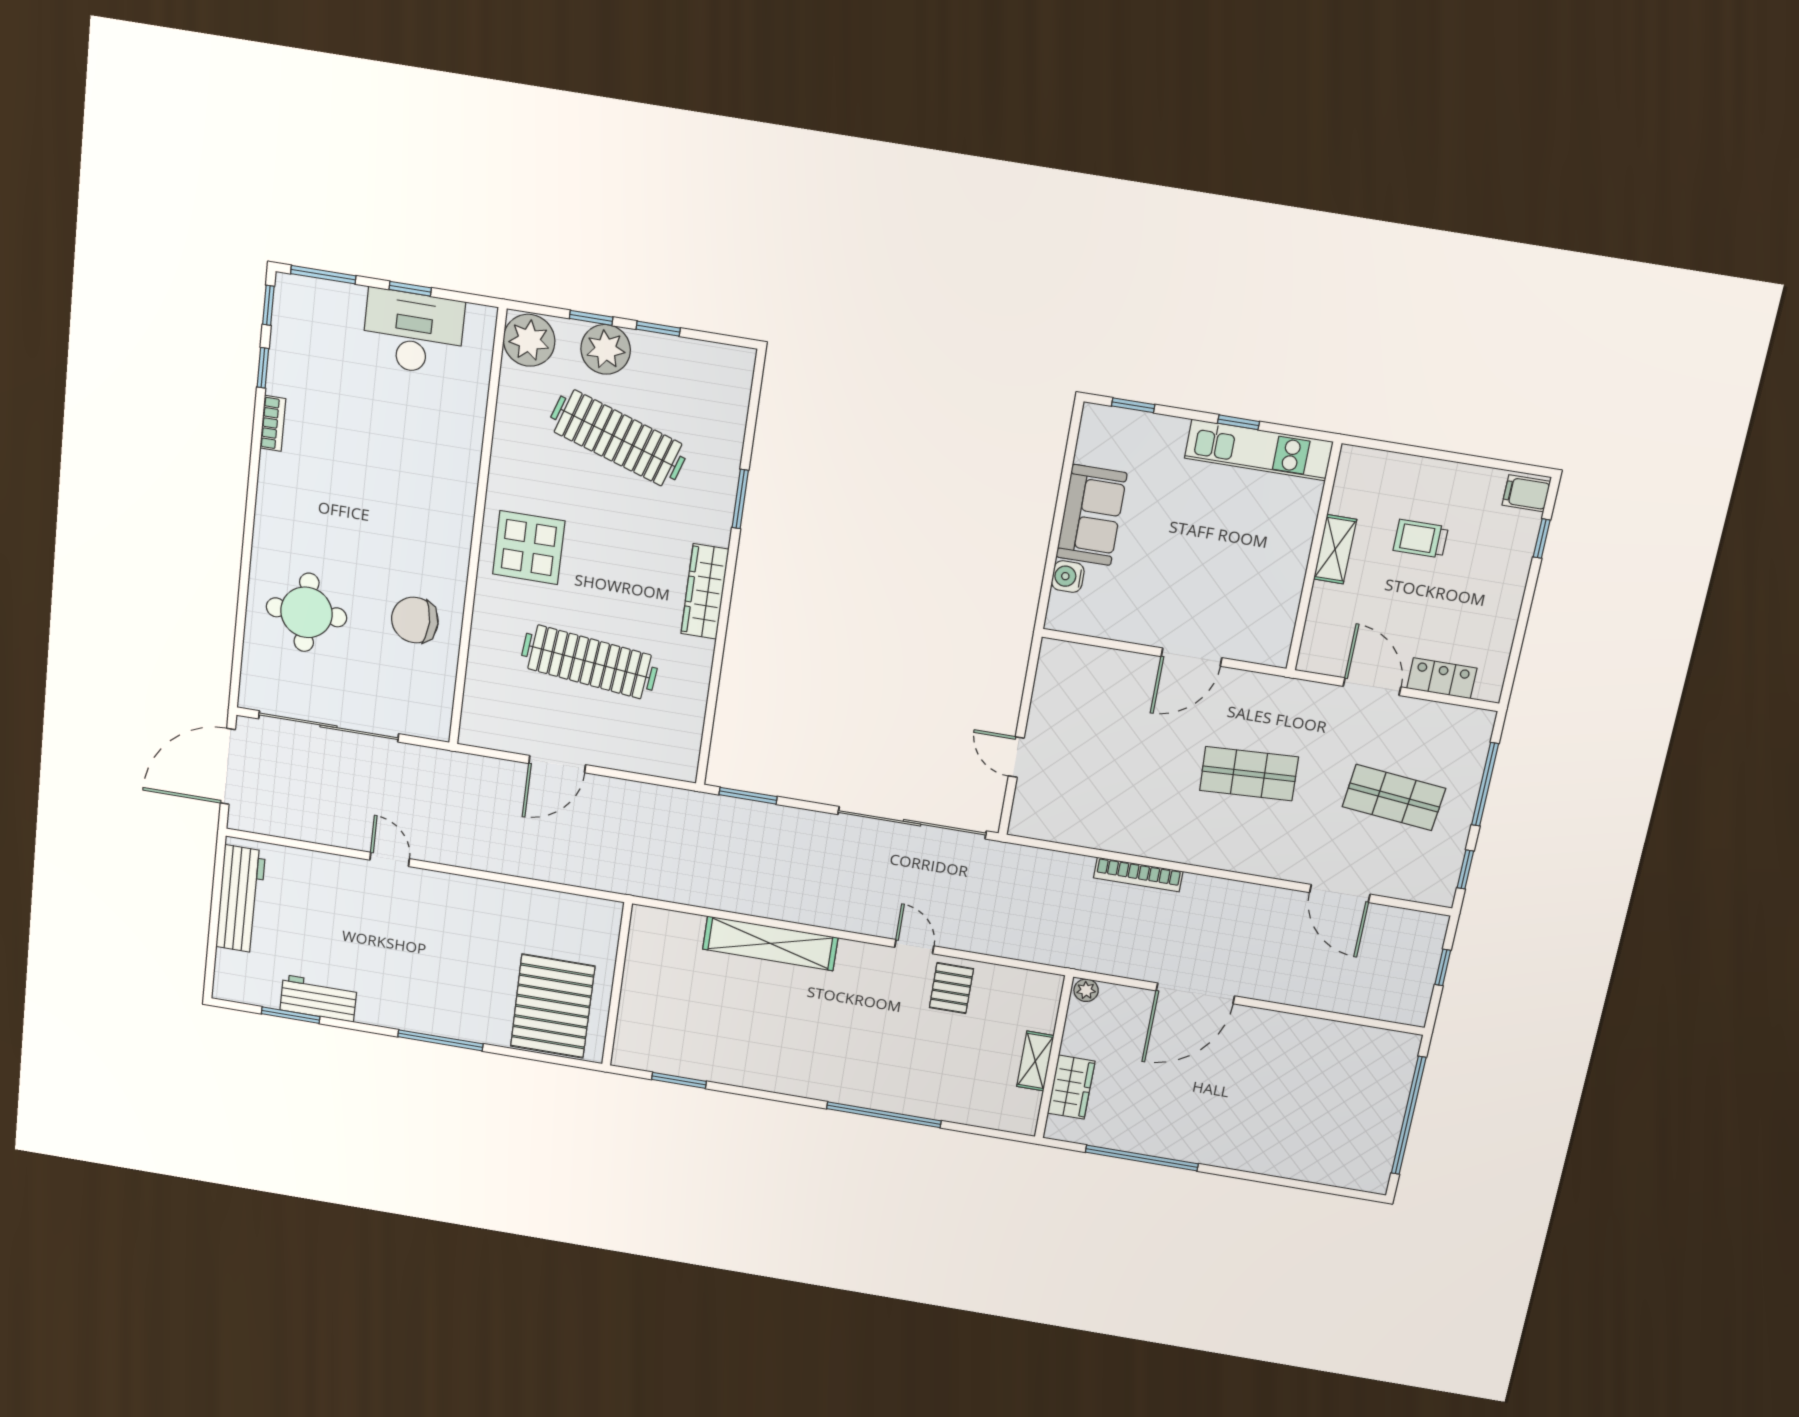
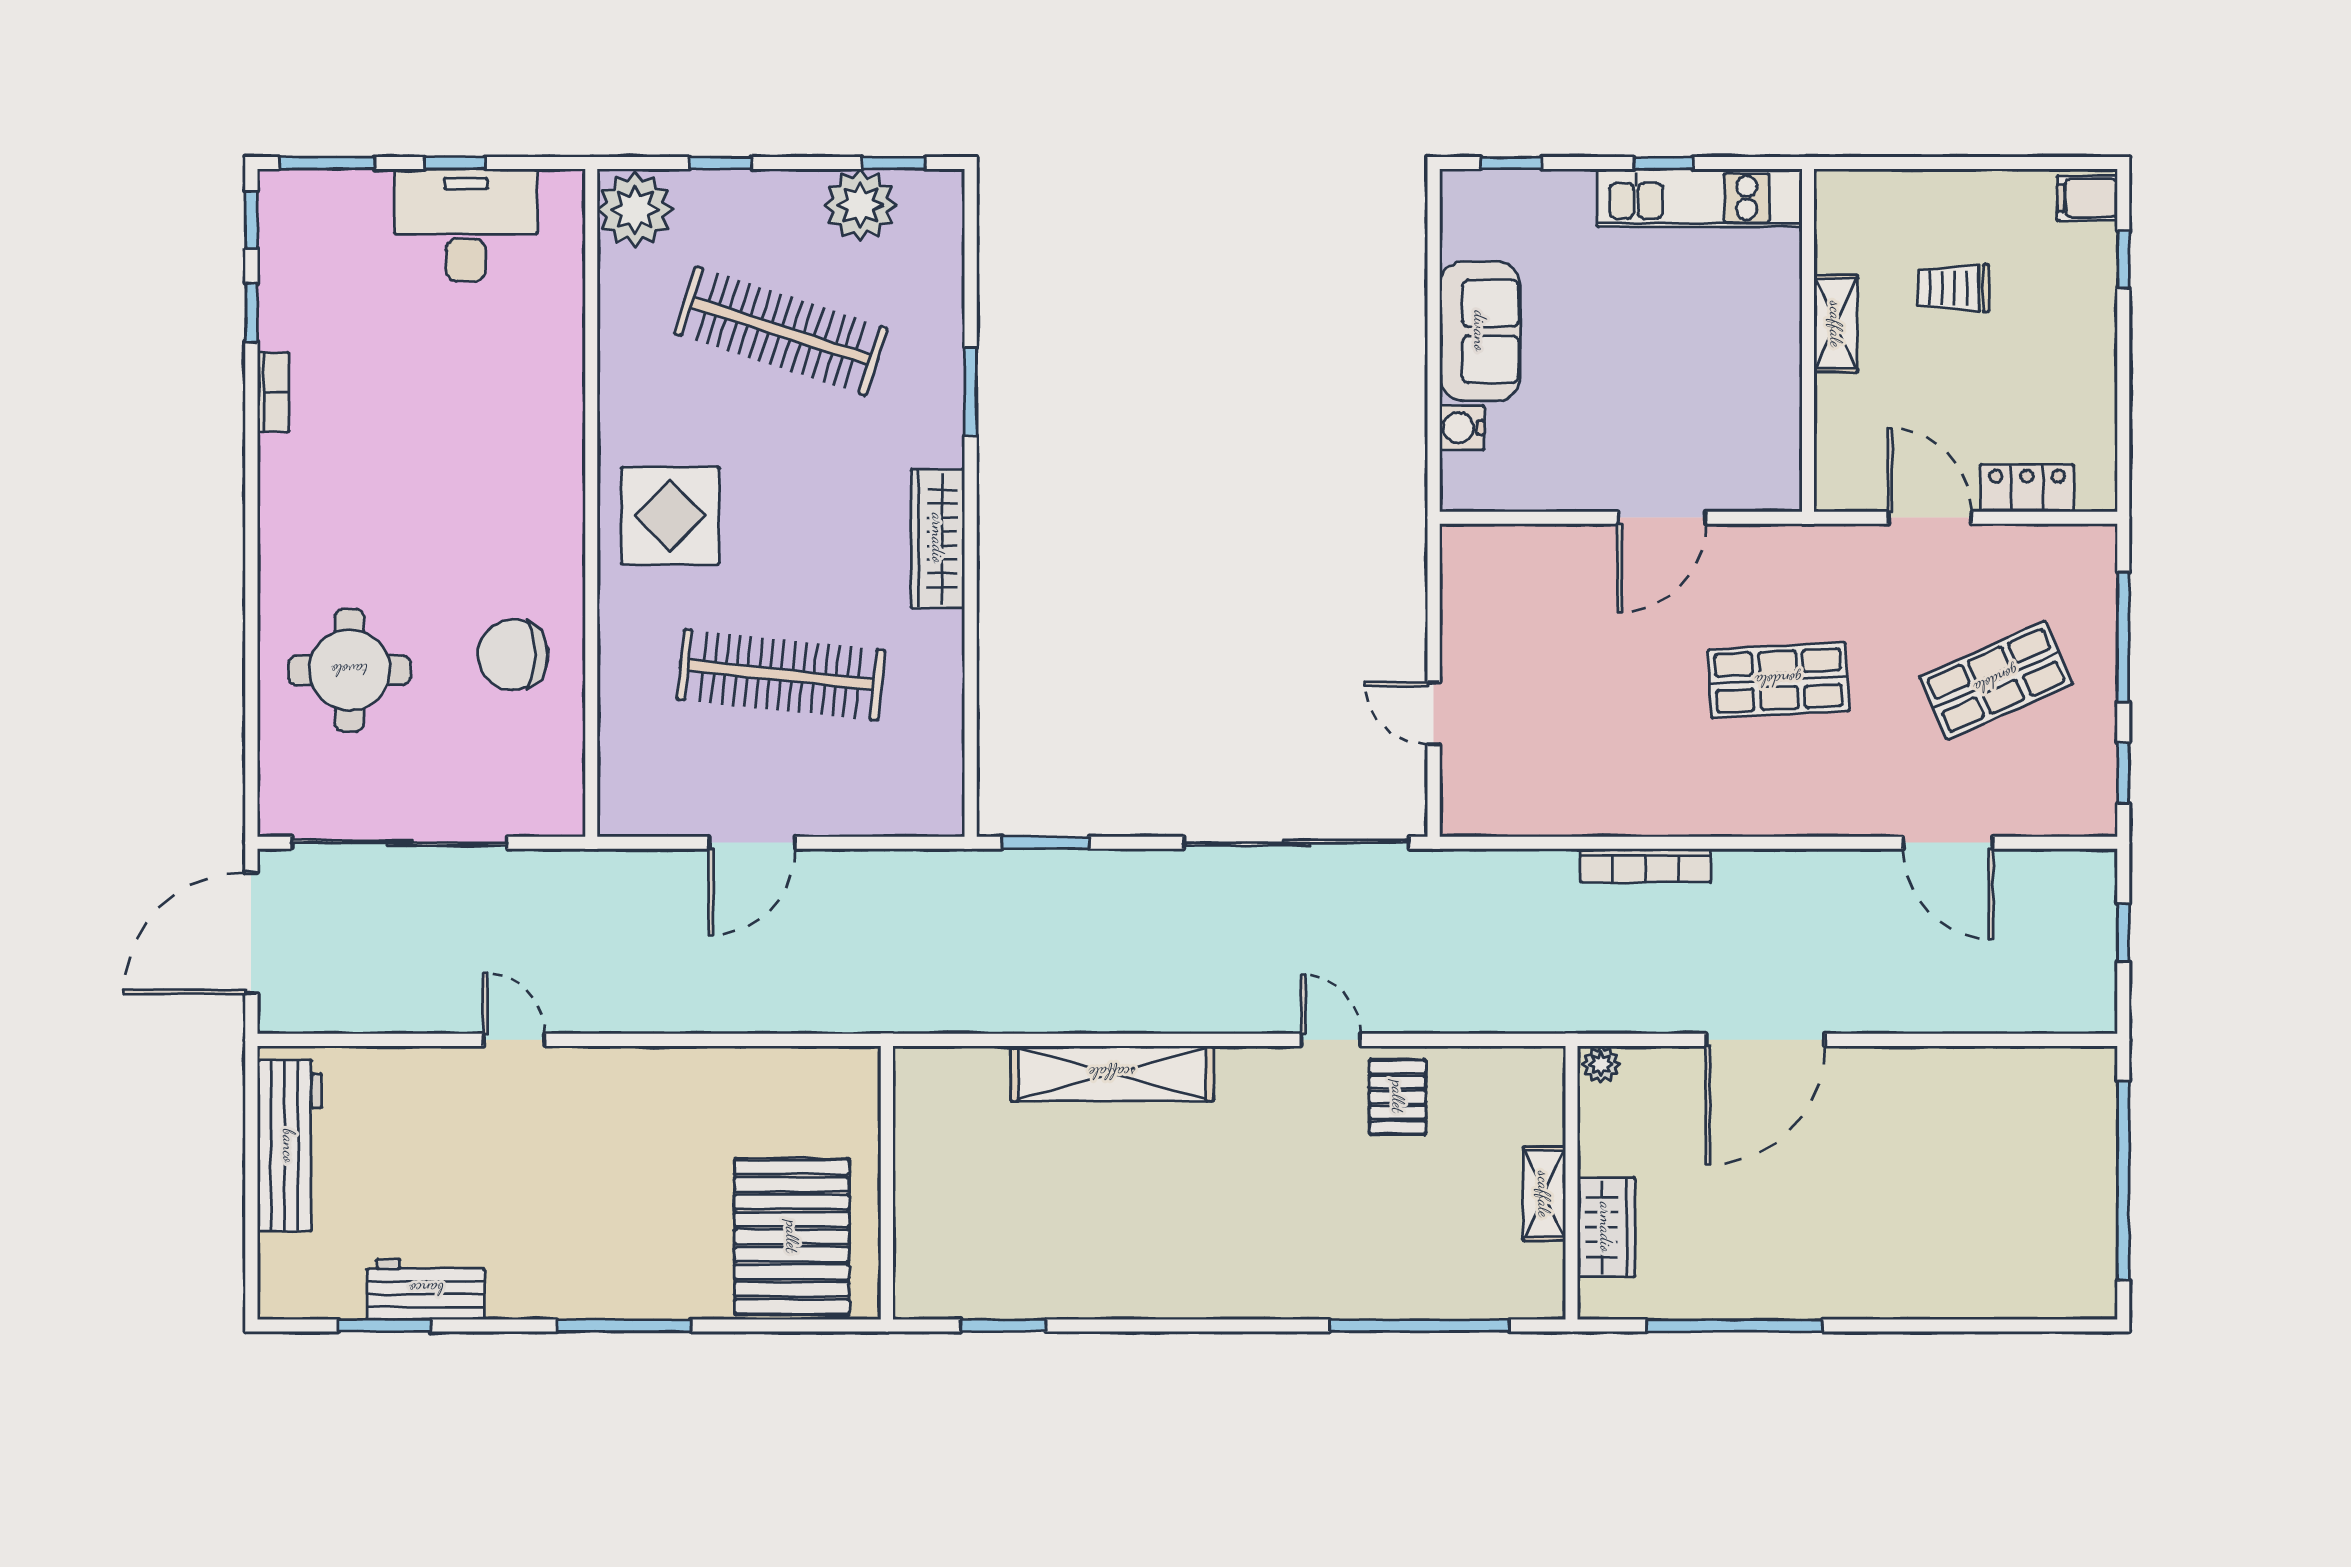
window: (658, 329) -> (894, 163), moved
plant: (606, 349) -> (860, 205), moved
shop shelf: (1394, 798) -> (1996, 680), turned -30
window: (884, 1115) -> (1419, 1326), moved

